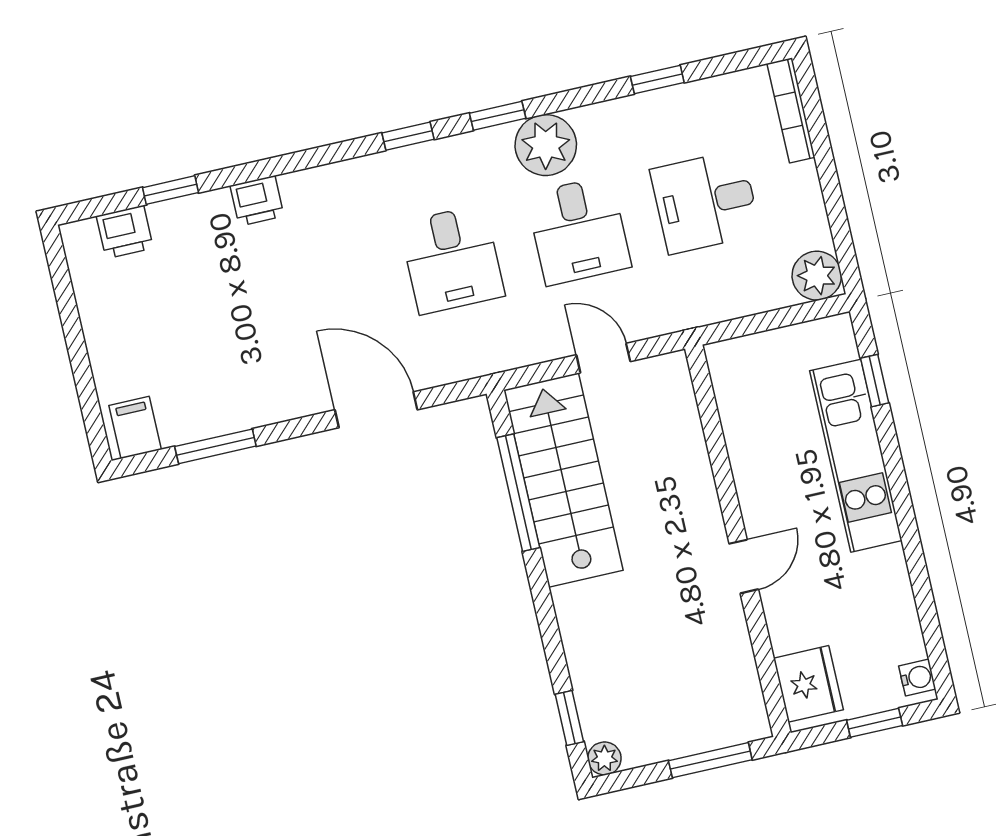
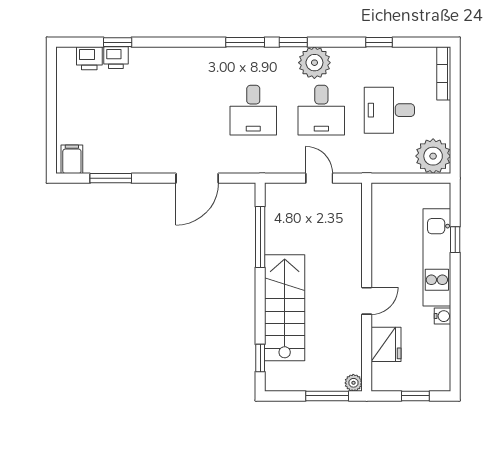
window: (408, 136) -> (245, 42), width x1.50
printer: (257, 201) -> (116, 58), moved
plant: (817, 276) -> (433, 156), width x1.36, depth x1.36
window: (875, 381) -> (455, 240), moved
door: (376, 410) -> (197, 178), swing flipped
stairs: (563, 480) -> (285, 308), moved
water cooler: (917, 677) -> (442, 316), moved
fridge: (808, 684) -> (386, 344), moved
plant: (604, 758) -> (353, 383), moved

